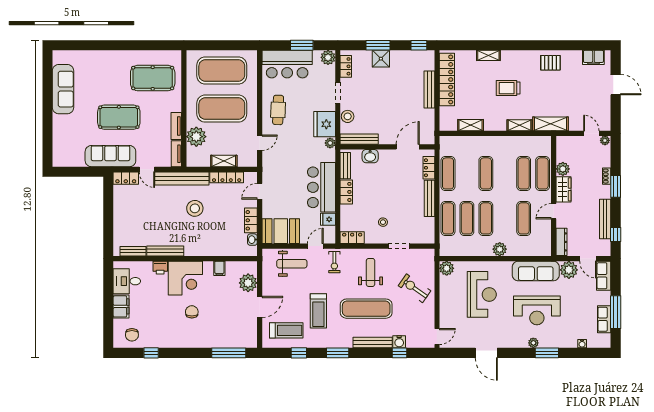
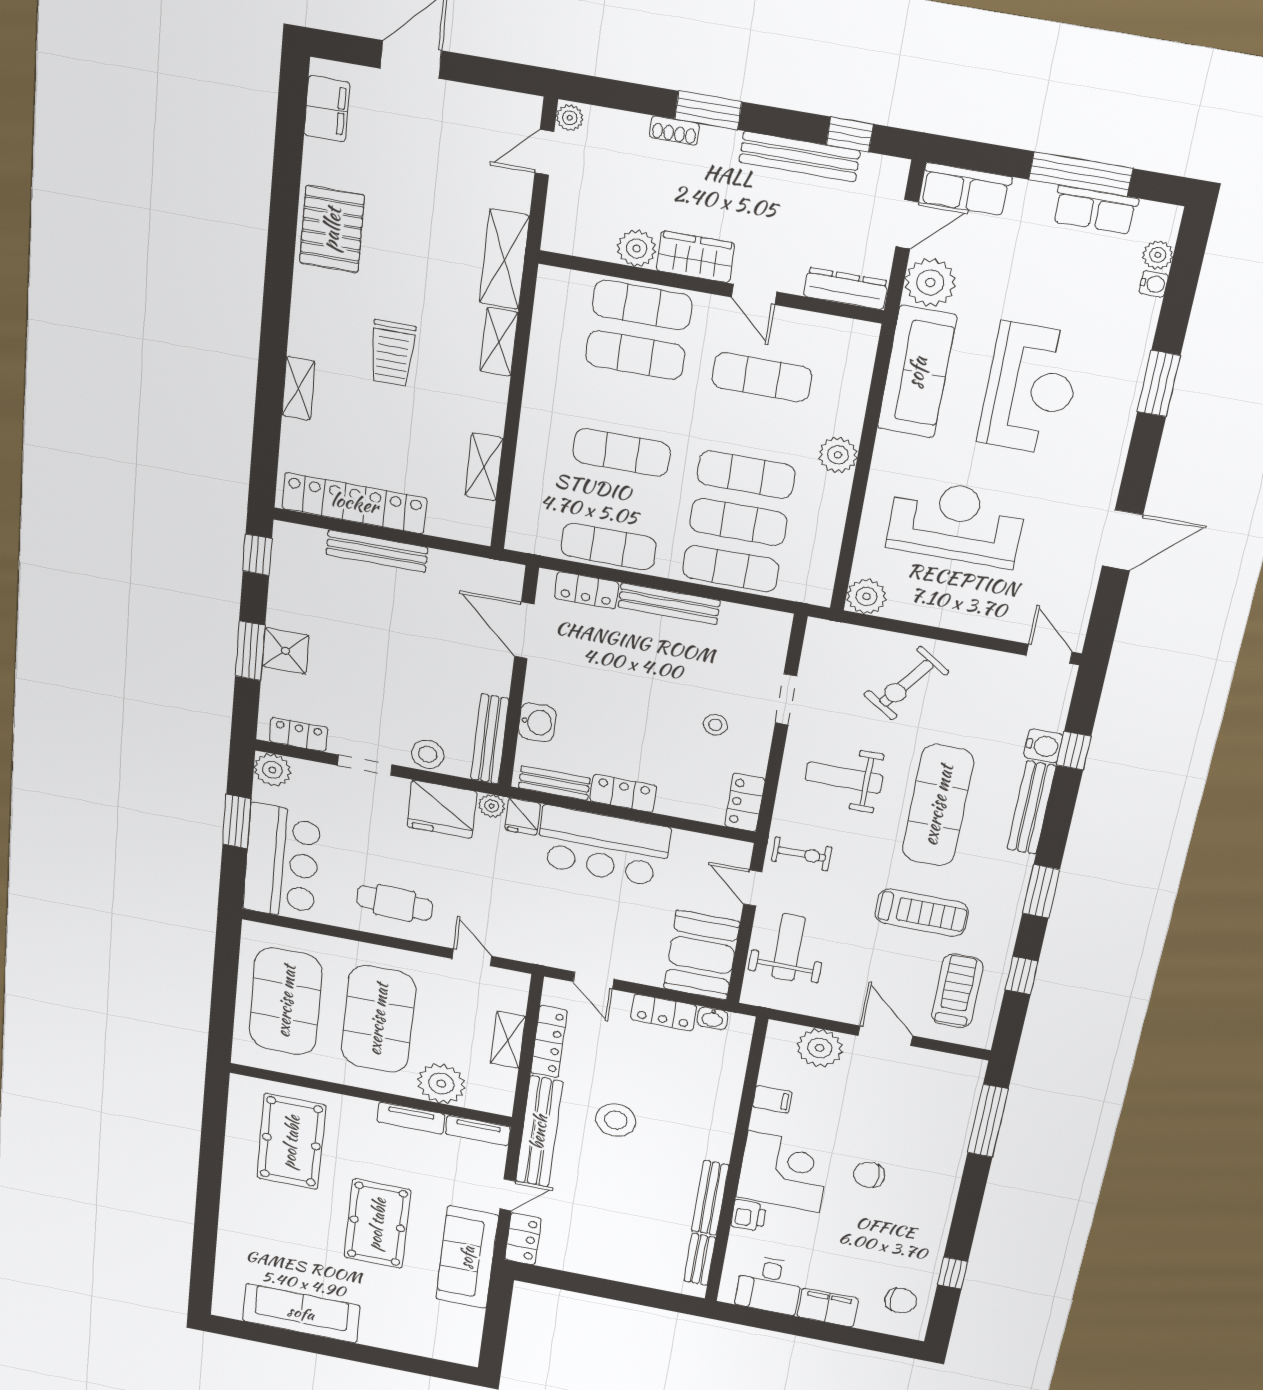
pallet: (550, 63) -> (332, 229), width x1.50, depth x1.42
fridge: (328, 219) -> (523, 817), moved
plant: (533, 343) -> (1158, 255), moved

